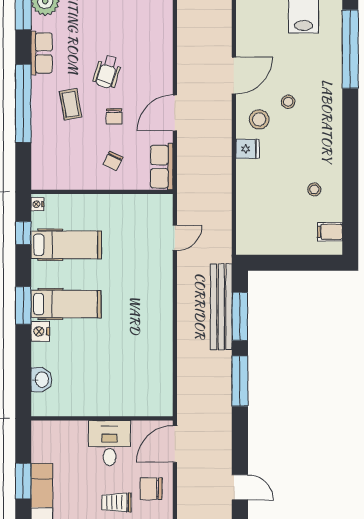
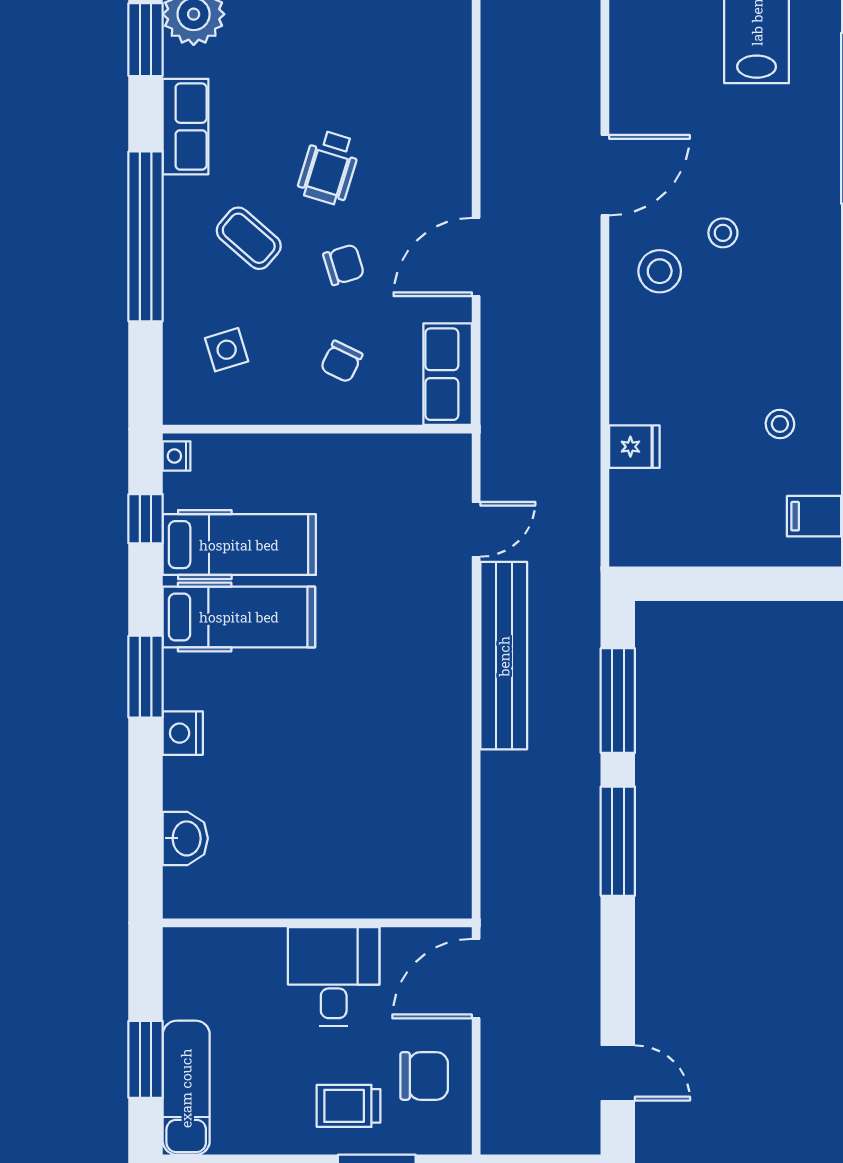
coffee table: (70, 104) -> (249, 238), turned -39
chair: (114, 116) -> (344, 265), turned -107
fridge: (248, 149) -> (634, 447), moved
side table: (60, 155) -> (227, 350), added
hospital bed: (66, 304) -> (239, 617), moved
bench: (221, 307) -> (504, 656), moved
chair: (151, 489) -> (424, 1076), turned 180

